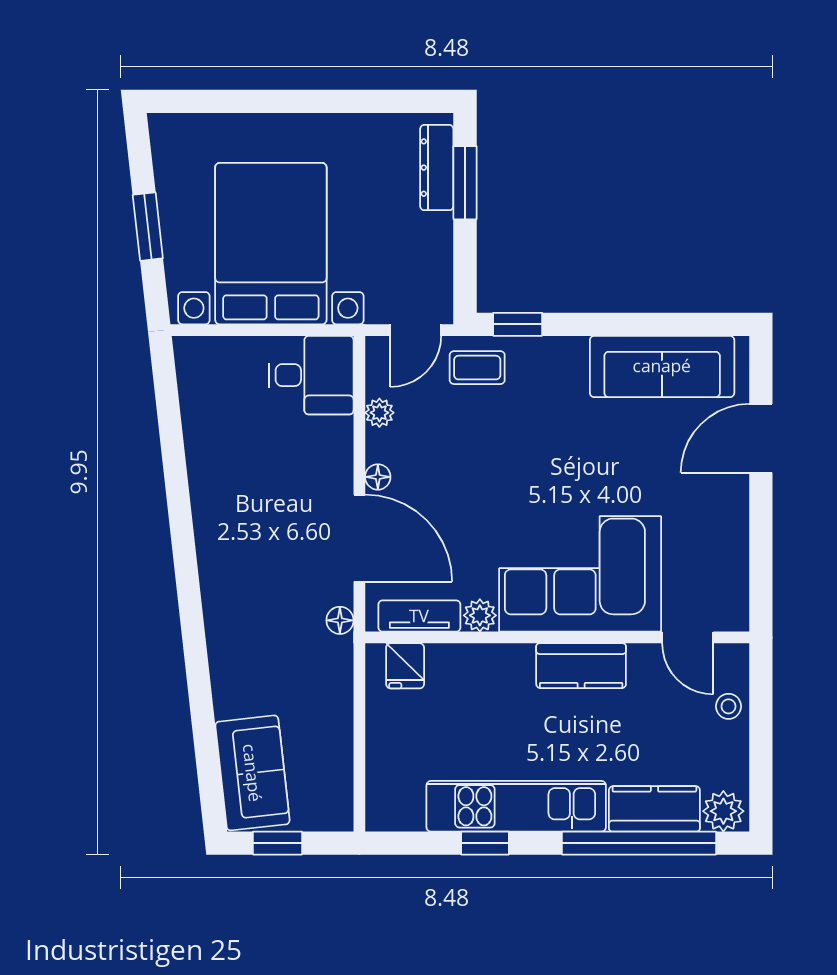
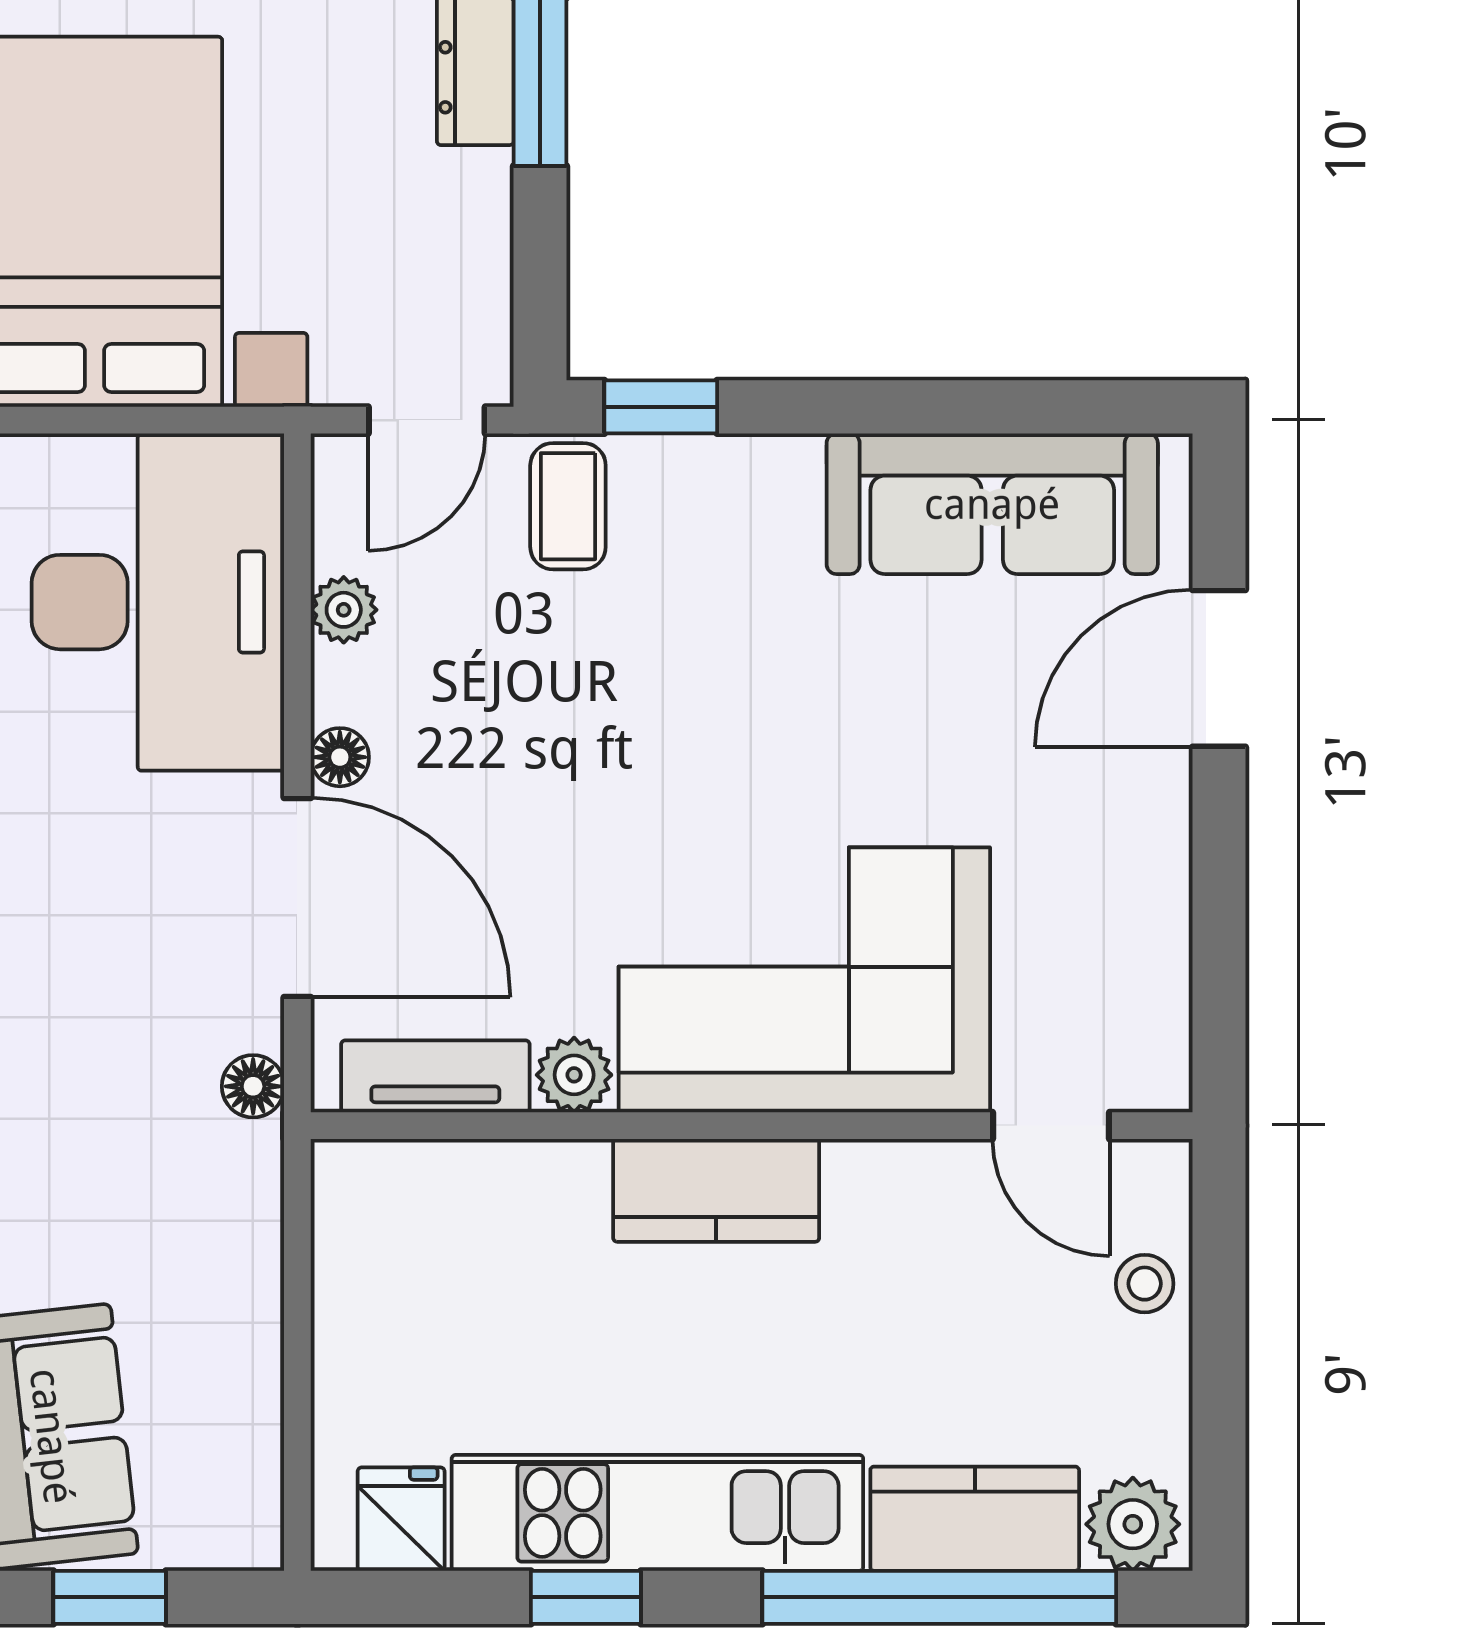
coffee table: (477, 368) -> (568, 506), turned 90
desk: (311, 375) -> (158, 602), width x1.87, depth x1.30
fridge: (405, 666) -> (401, 1519), moved, turned 180
kitchen counter: (581, 666) -> (716, 1190), moved

